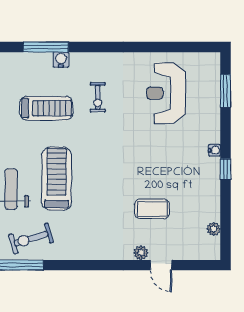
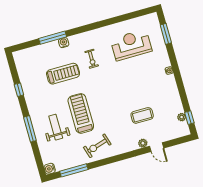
reception desk: (166, 93) -> (131, 45), turned 90
window: (226, 169) -> (189, 118), moved
exercise bike: (31, 238) -> (97, 146), moved

